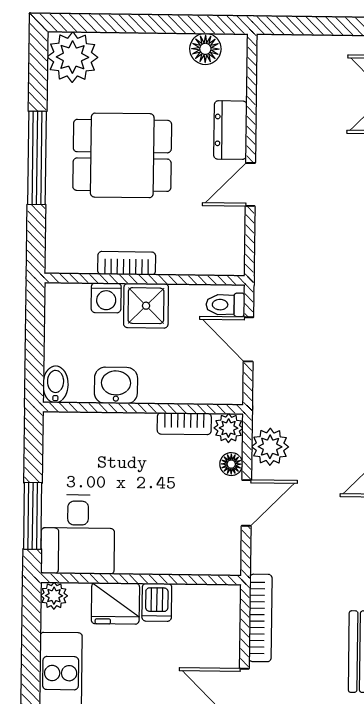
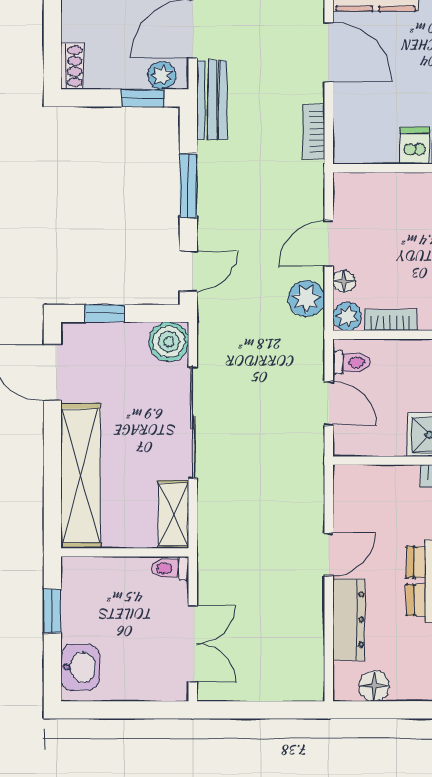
dresser: (230, 130) -> (349, 620), width x1.44
toilet: (225, 305) -> (352, 363), moved
bookcase: (260, 618) -> (314, 132), width x0.64

